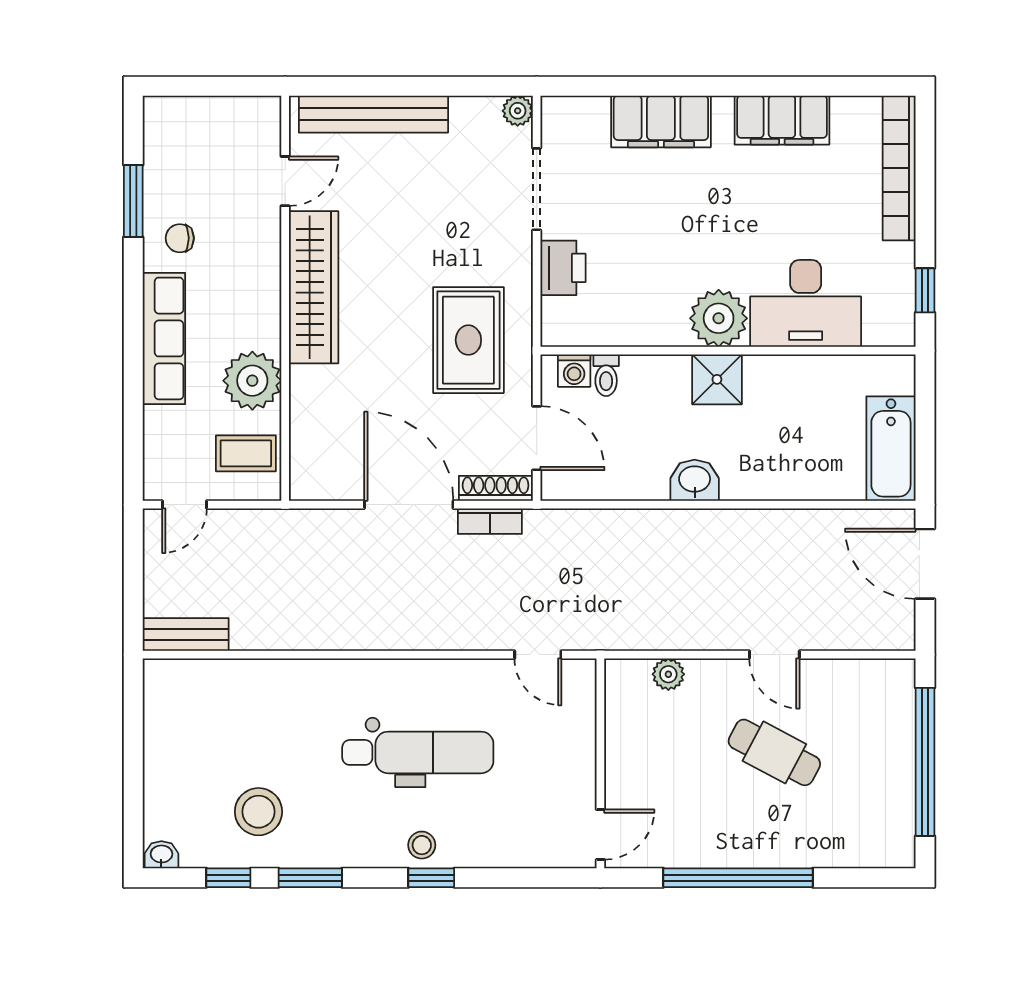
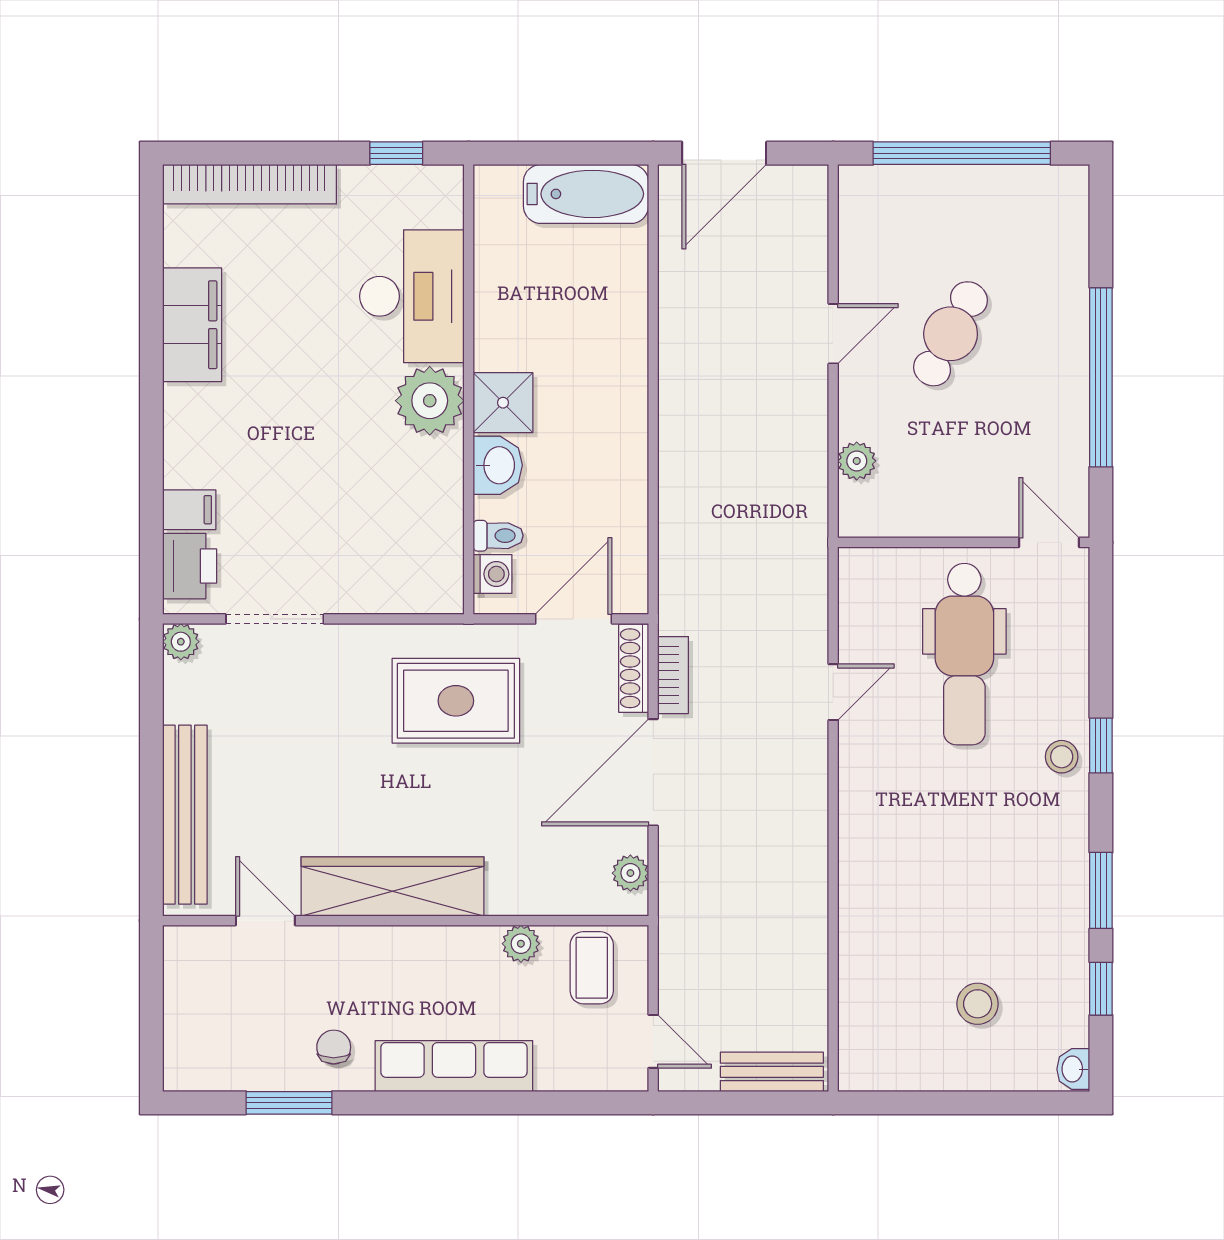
filing cabinet: (661, 121) -> (189, 510), width x0.33, depth x0.86
chair: (180, 238) -> (334, 1047), turned 180
printer: (563, 268) -> (190, 566), moved, turned 90
plant: (252, 381) -> (521, 944), width x0.53, depth x0.53
washbasin: (695, 480) -> (498, 465), moved, turned 180
plant: (325, 486) -> (630, 873), added
bench: (186, 634) -> (772, 1072), moved, turned 90
door: (538, 655) -> (833, 692), moved
dental chair: (418, 752) -> (964, 654), moved, turned 180
stool: (258, 812) -> (978, 1004), moved, width x0.73, depth x0.73

